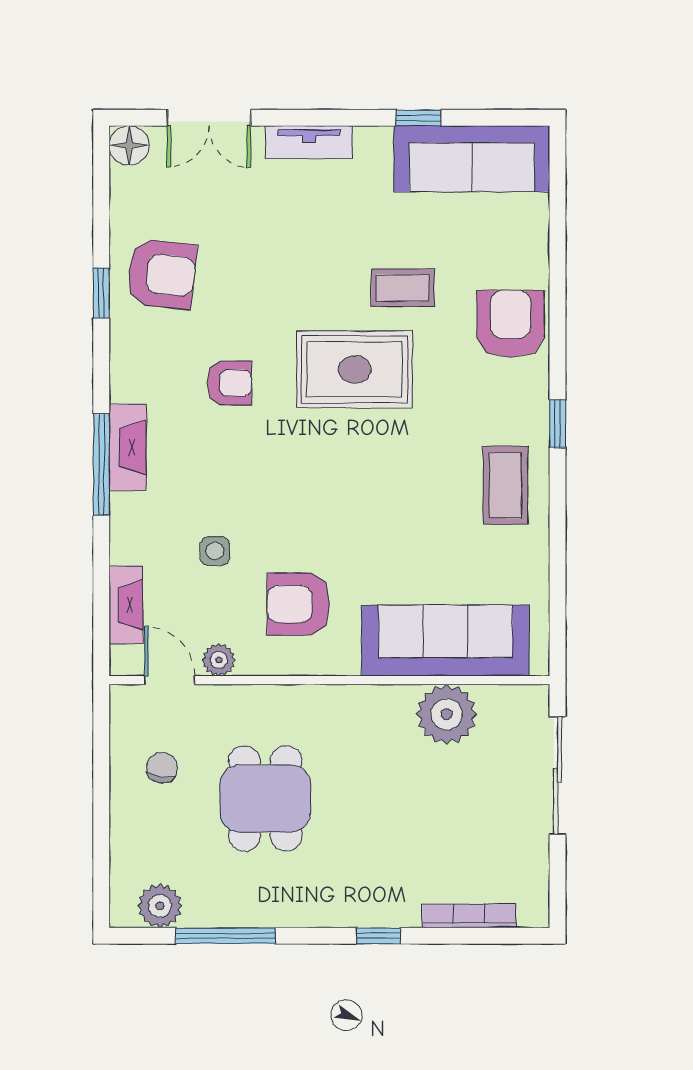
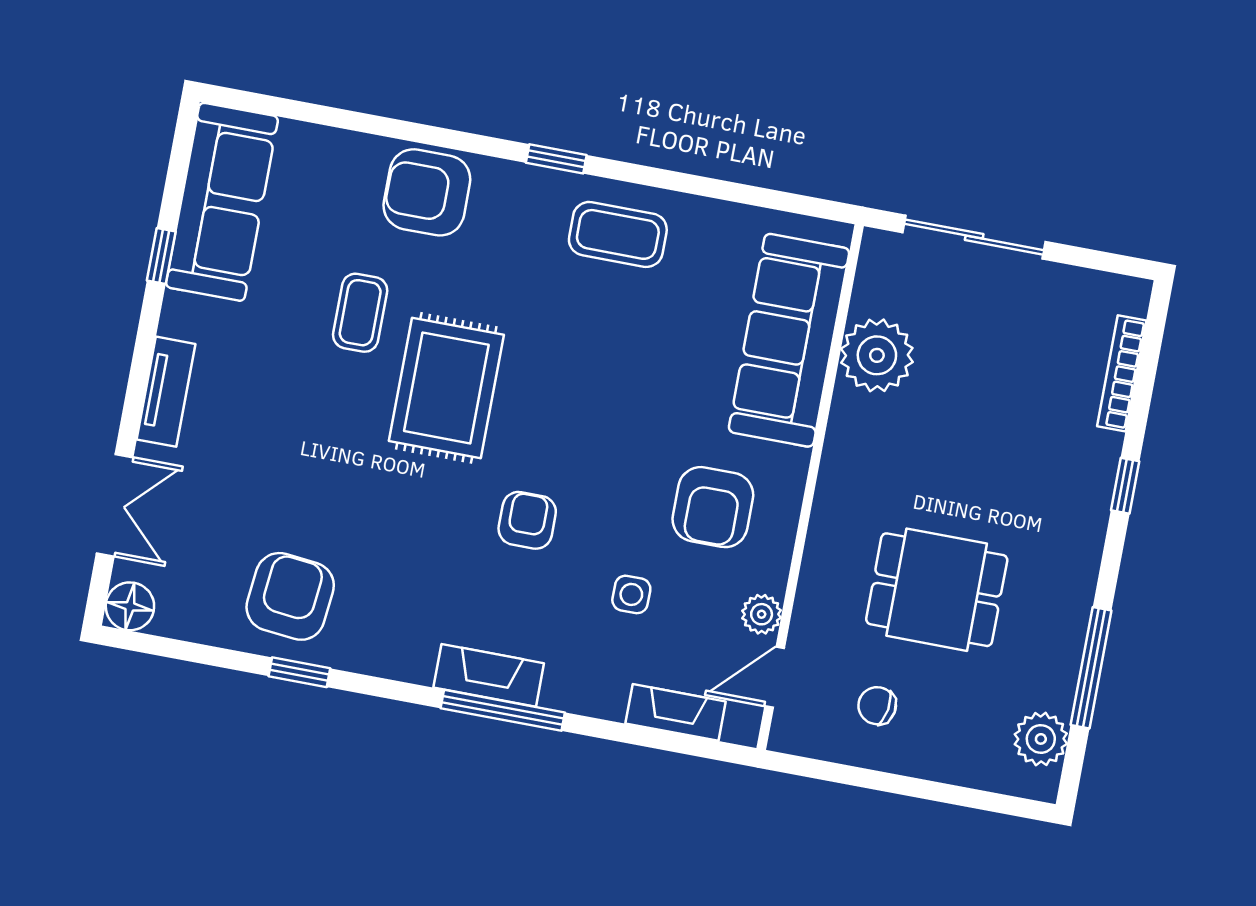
armchair: (229, 383) -> (527, 520), moved

